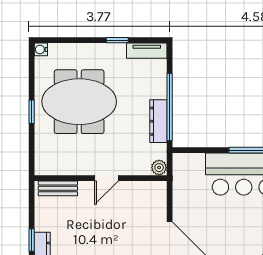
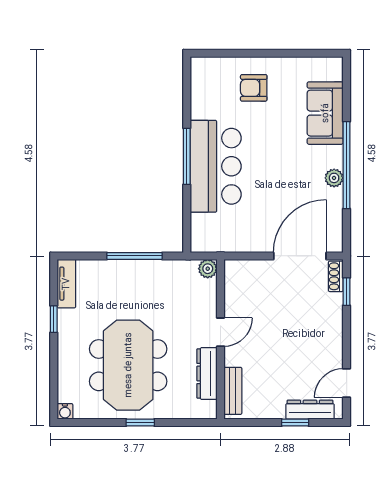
window: (170, 107) -> (135, 256), width x0.68
dresser: (158, 121) -> (207, 373), moved, turned 90
door: (107, 178) -> (220, 332), hinge flipped

